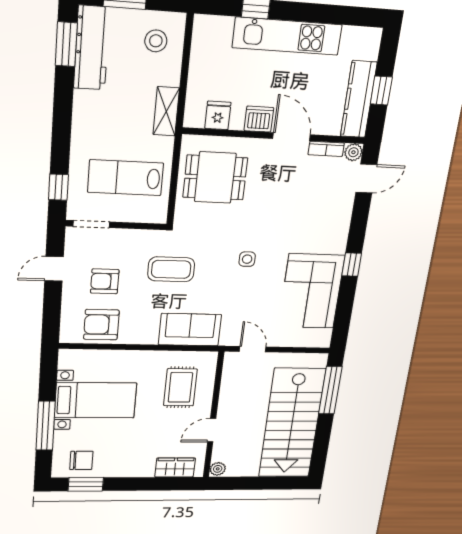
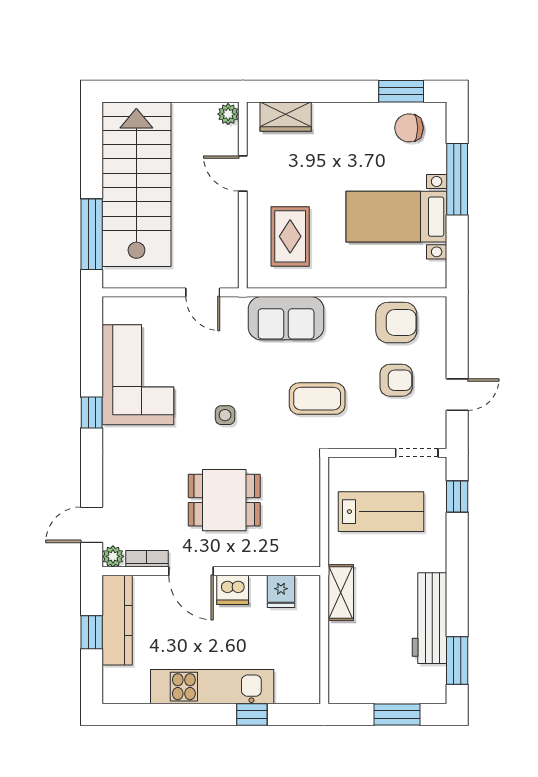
stool: (156, 41) -> (360, 671), removed
workbench: (92, 48) -> (429, 618), moved
dining table: (215, 178) -> (224, 500), moved
door: (212, 430) -> (243, 174), swing flipped

